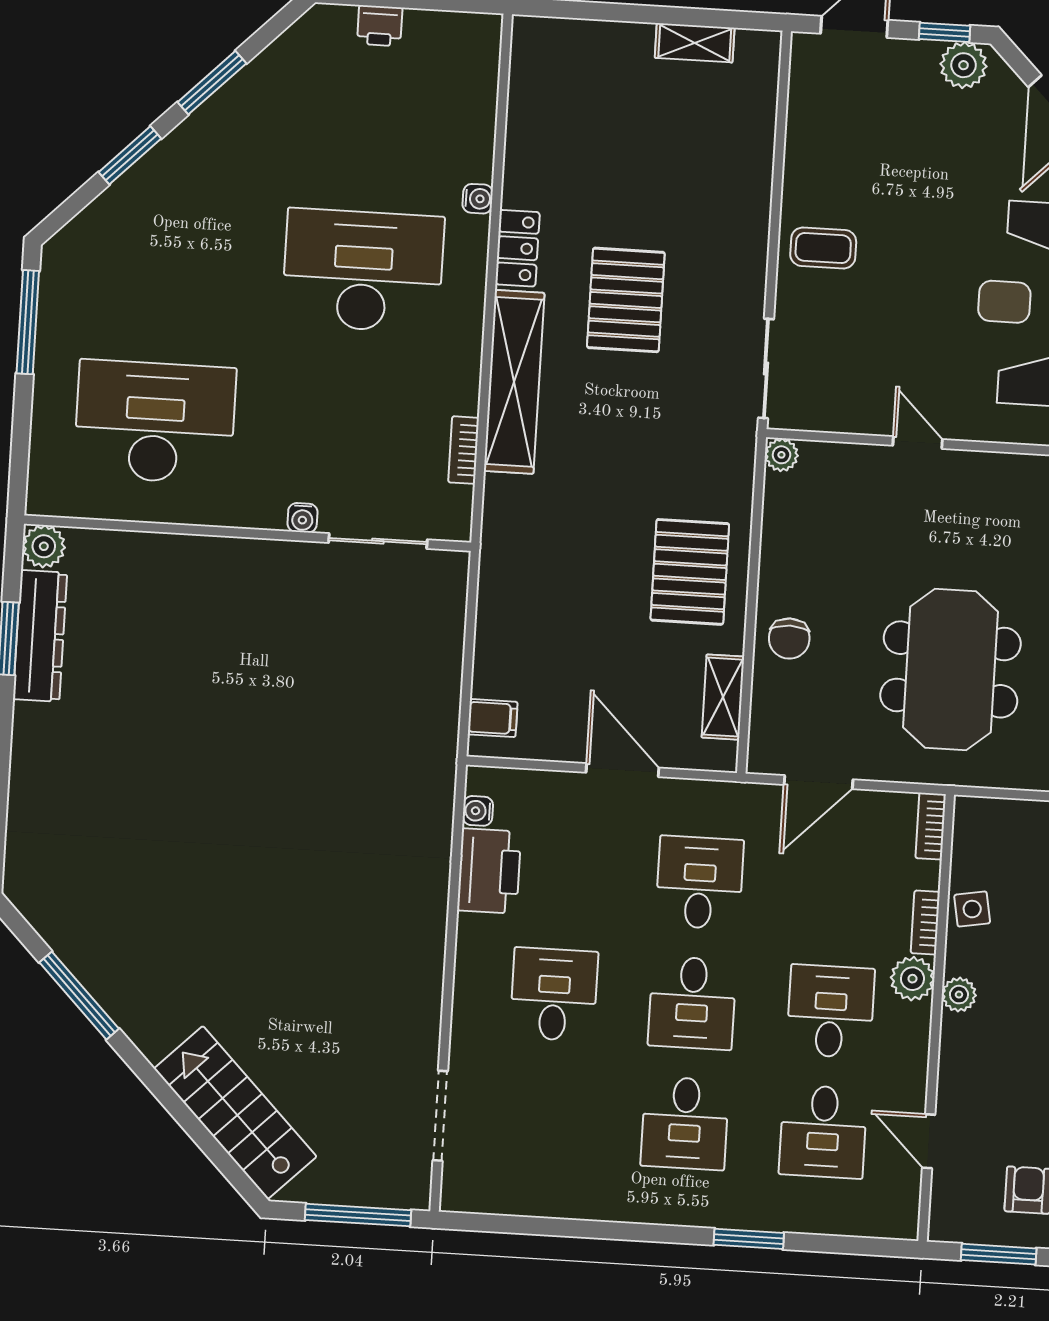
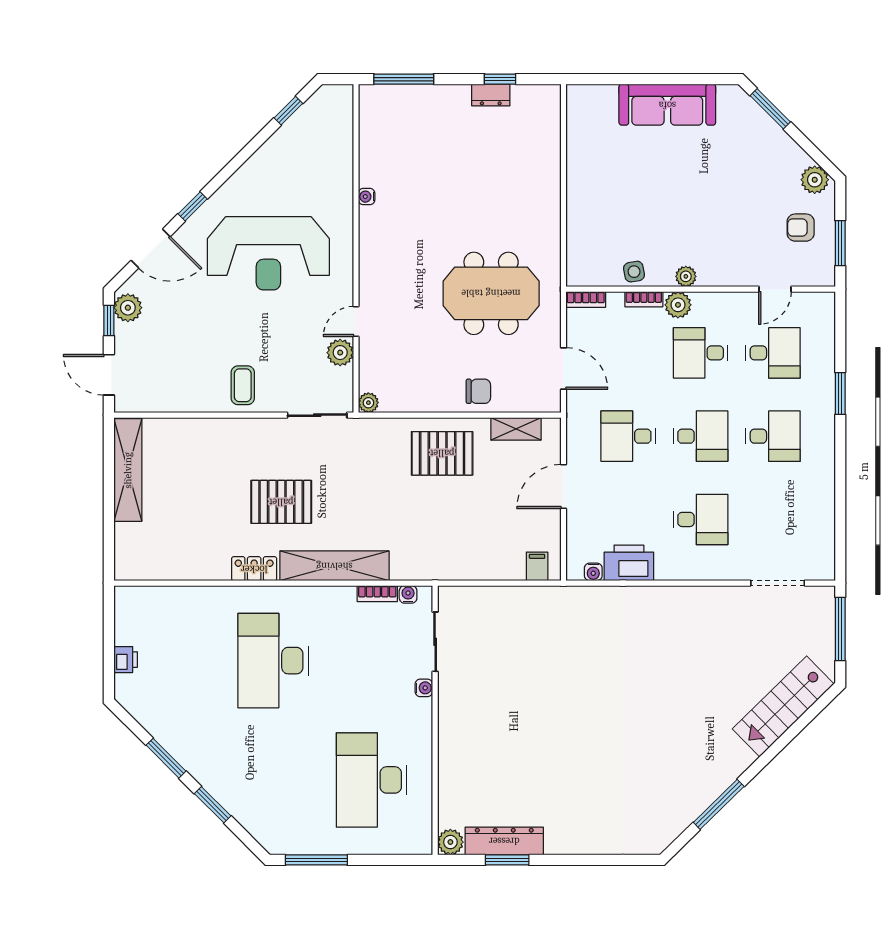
shelving: (695, 43) -> (128, 470), width x2.20, depth x1.33
water cooler: (478, 199) -> (408, 594), moved
plant: (868, 413) -> (340, 353), added
desk: (554, 994) -> (701, 519), turned 180

